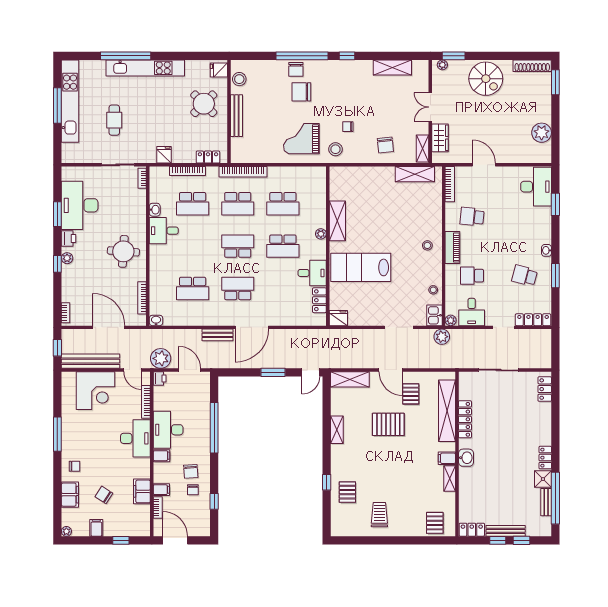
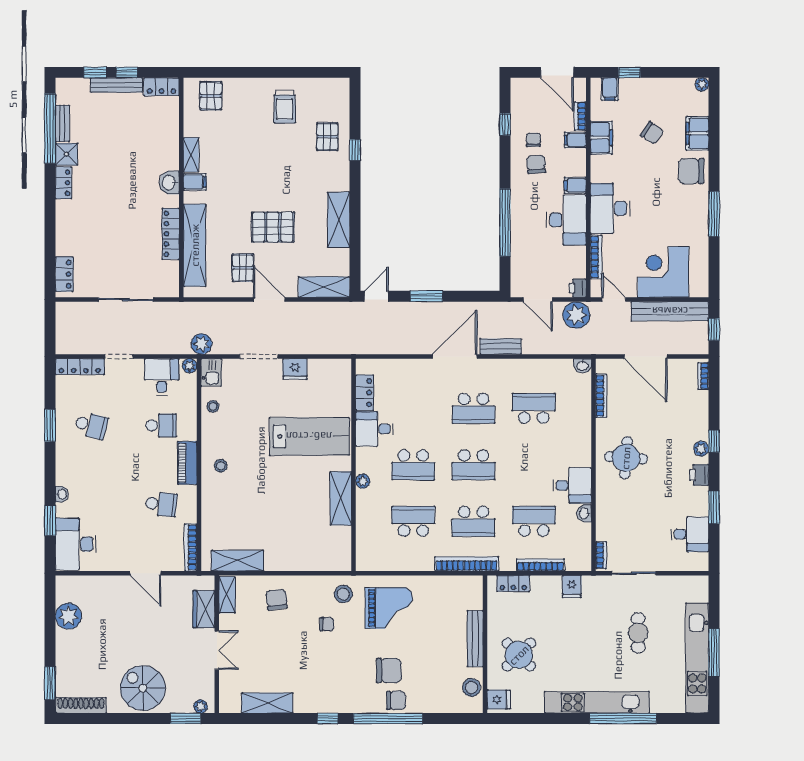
chair: (296, 69) -> (396, 700), turned 90
school desk: (238, 204) -> (474, 521), turned 180
desk: (80, 205) -> (690, 534), width x0.53, depth x0.77
school desk: (283, 246) -> (413, 465), turned 180
washbasin: (547, 250) -> (62, 494), moved
fridge: (338, 318) -> (295, 369), moved
shelving: (337, 430) -> (339, 220), width x1.50, depth x1.33
chair: (74, 466) -> (691, 171), width x1.87, depth x1.87
filing cabinet: (96, 528) -> (610, 89), moved

